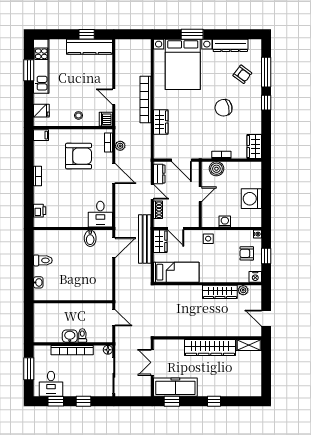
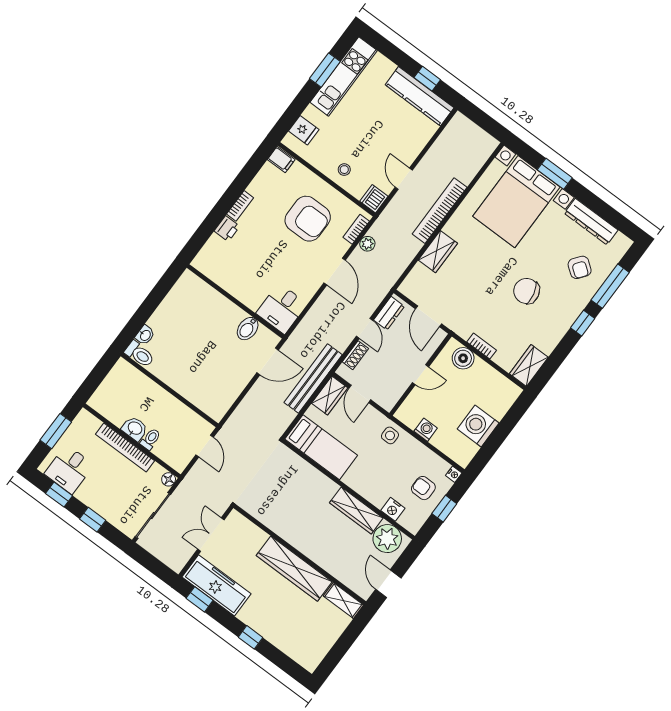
printer: (40, 211) -> (227, 229), moved
toilet: (43, 260) -> (139, 354), moved
nightstand: (255, 277) -> (393, 509), moved
plant: (243, 290) -> (387, 539), width x1.87, depth x1.87

